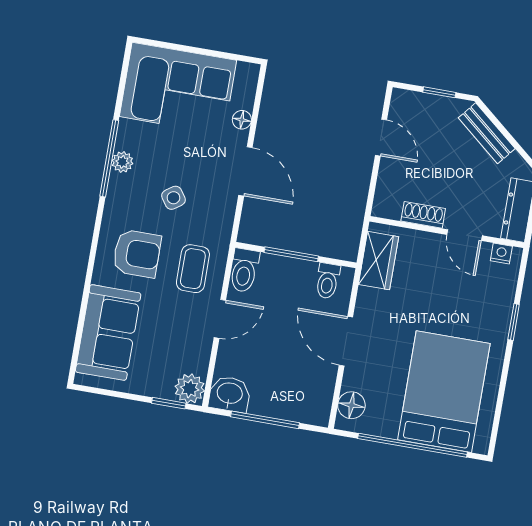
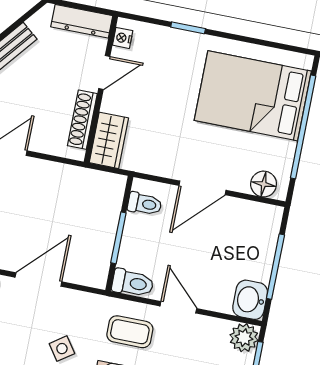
shoe rack: (423, 215) -> (82, 120), width x1.43
wardrobe: (379, 261) -> (109, 140), moved, turned 90

